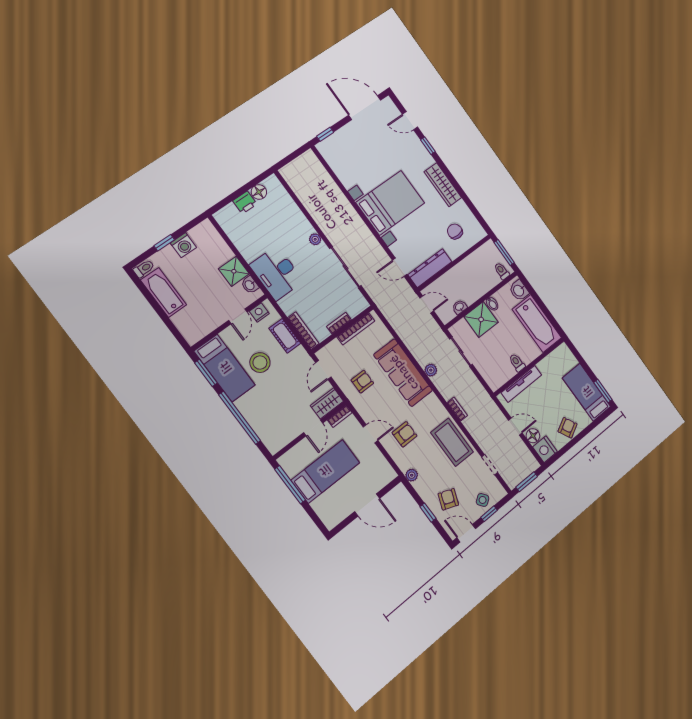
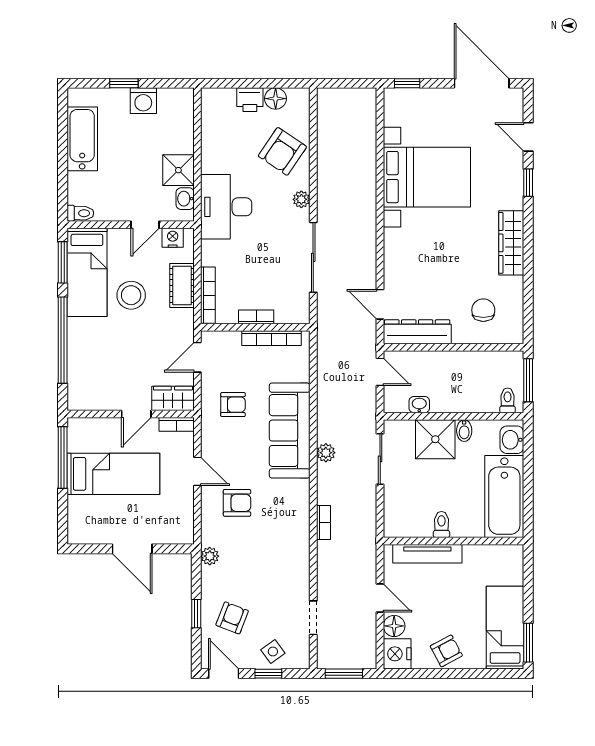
bed with nightstands: (390, 203) -> (427, 177), moved
armchair: (285, 219) -> (282, 151), added
toilet: (144, 269) -> (80, 213), moved
coffee table: (452, 442) -> (287, 556), removed

